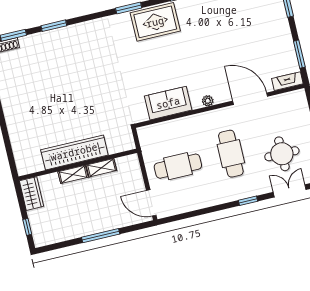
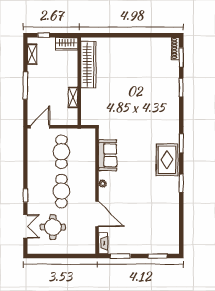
door: (250, 99) -> (97, 214), hinge flipped
wardrobe: (74, 152) -> (88, 65), moved
cafe table: (231, 154) -> (61, 191), turned 90
shelving: (73, 174) -> (32, 54), moved

